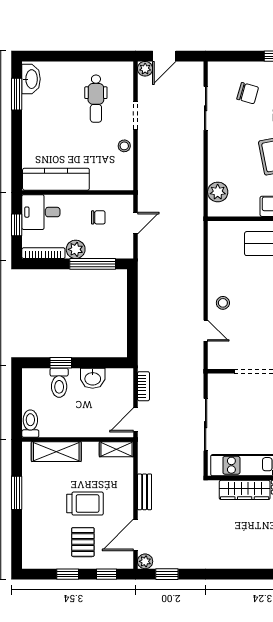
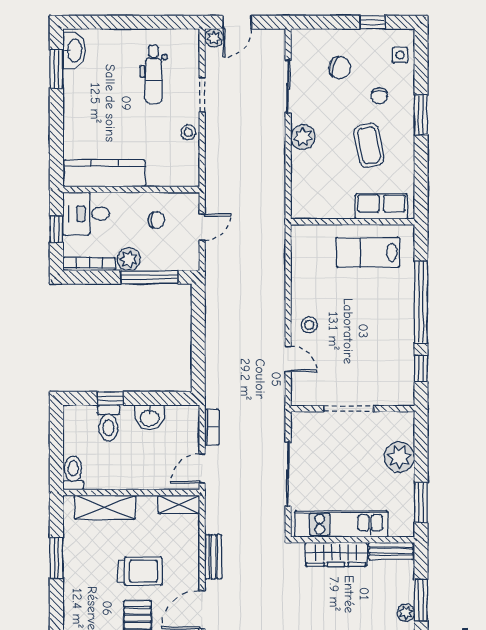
plant: (218, 192) -> (303, 137), moved

